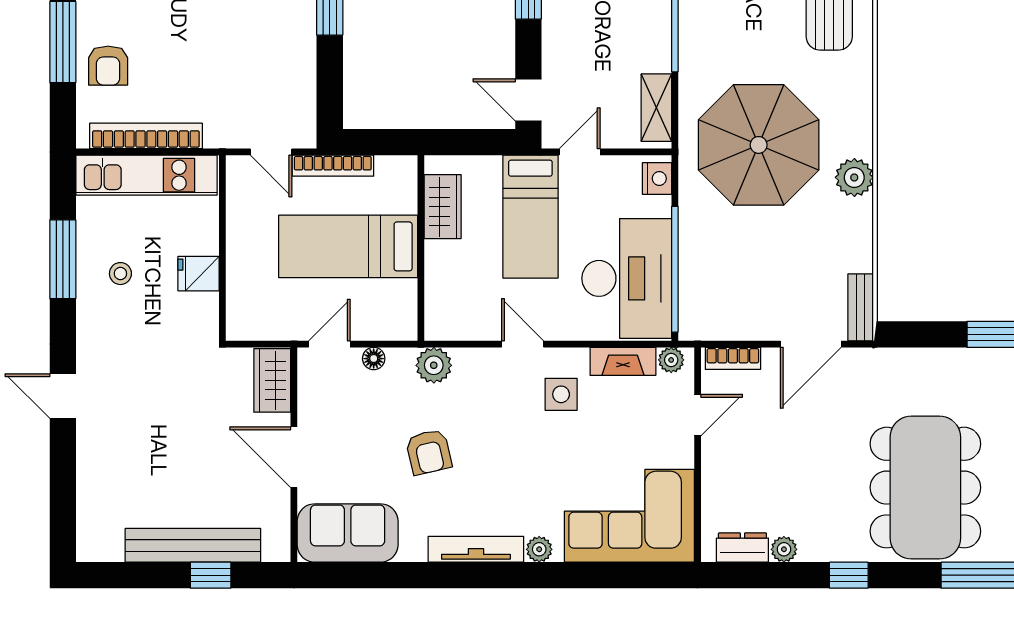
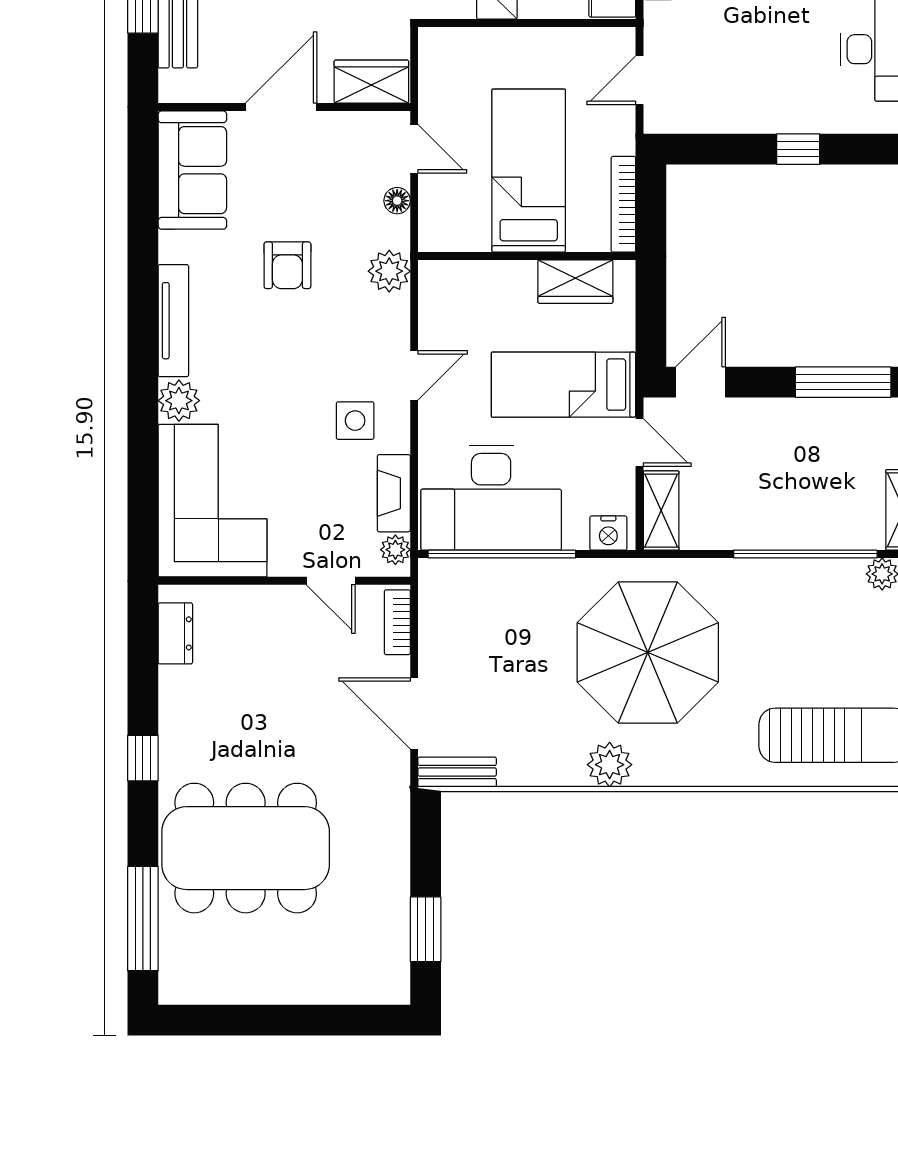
shelving: (656, 108) -> (661, 511), moved, turned 90
bookcase: (333, 166) -> (623, 204), moved
armchair: (429, 452) -> (287, 265), turned -77
plant: (539, 549) -> (179, 401), width x1.38, depth x1.38
plant: (784, 549) -> (173, 682), removed

